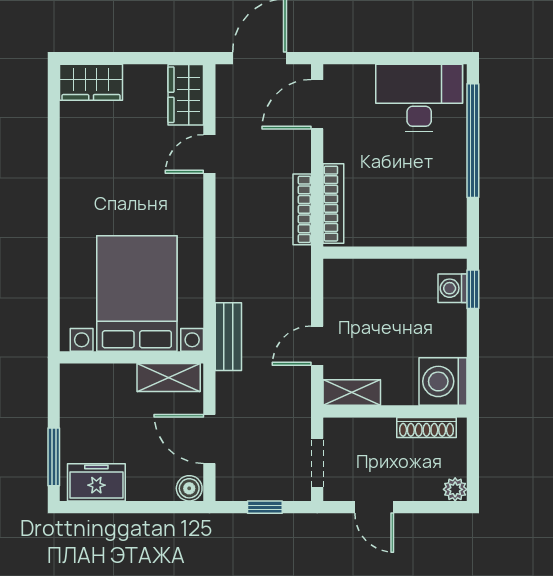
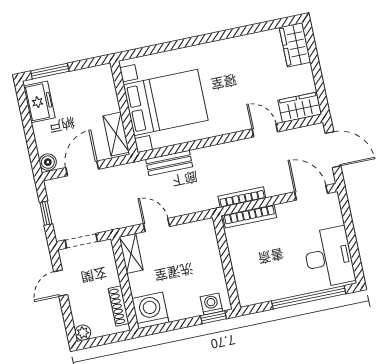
bench: (228, 337) -> (169, 163), moved

